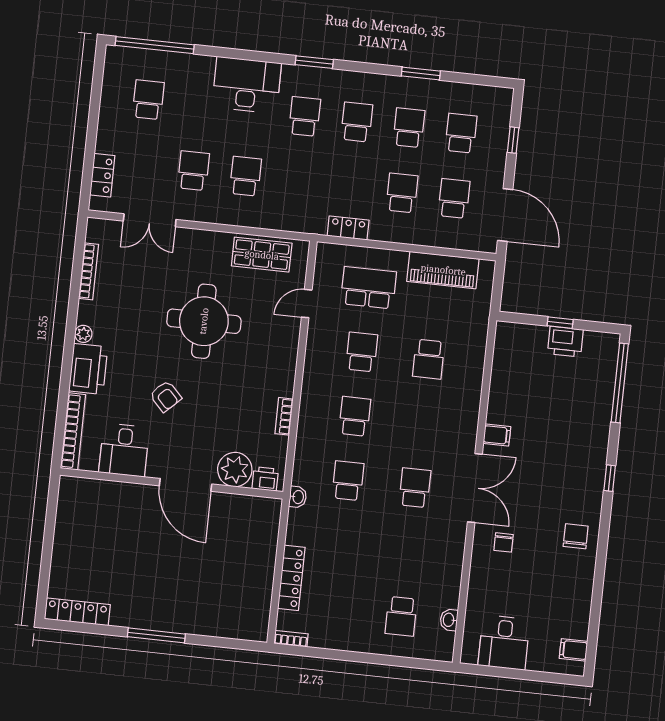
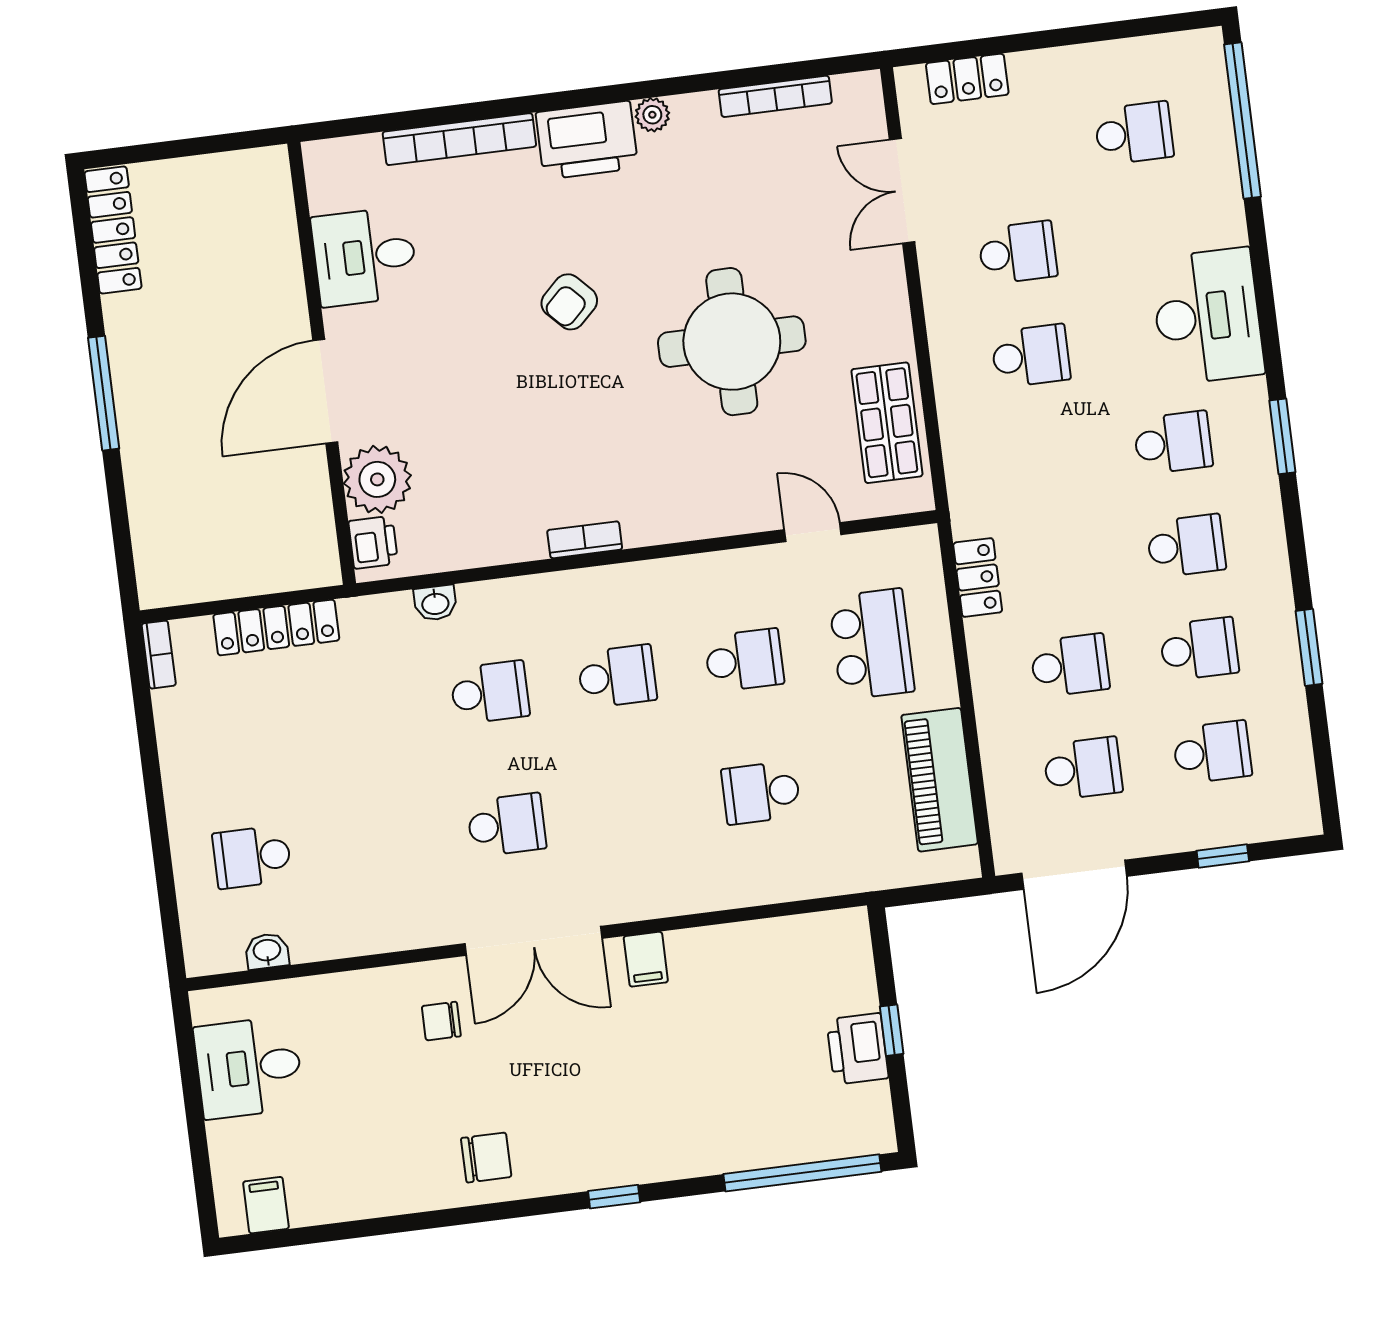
desk: (124, 450) -> (365, 257), moved
plant: (235, 470) -> (377, 479), moved
printer: (265, 479) -> (373, 542), moved
wall: (171, 483) -> (322, 363), moved
door: (186, 485) -> (325, 391), moved

